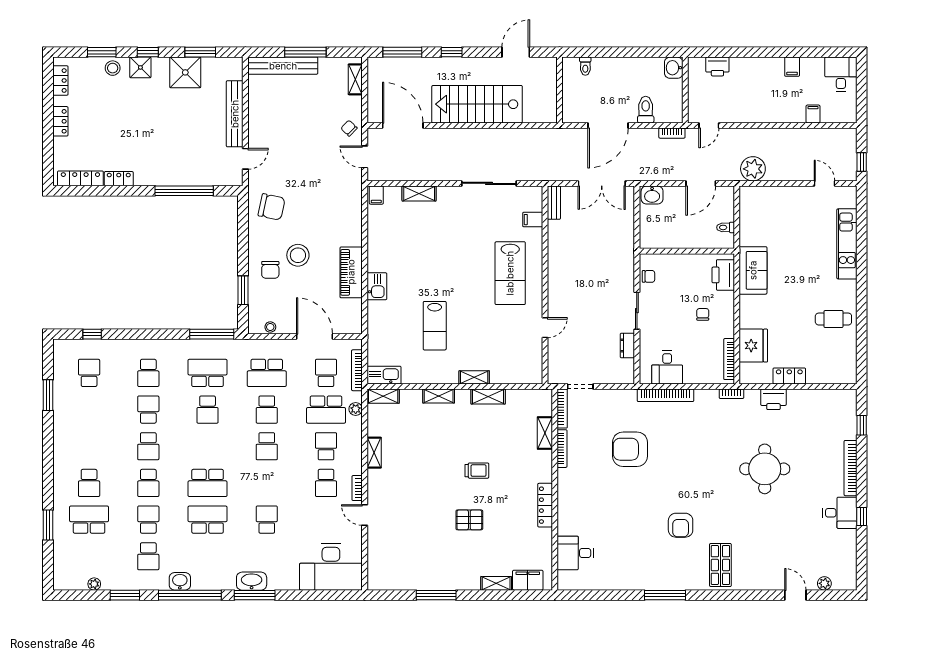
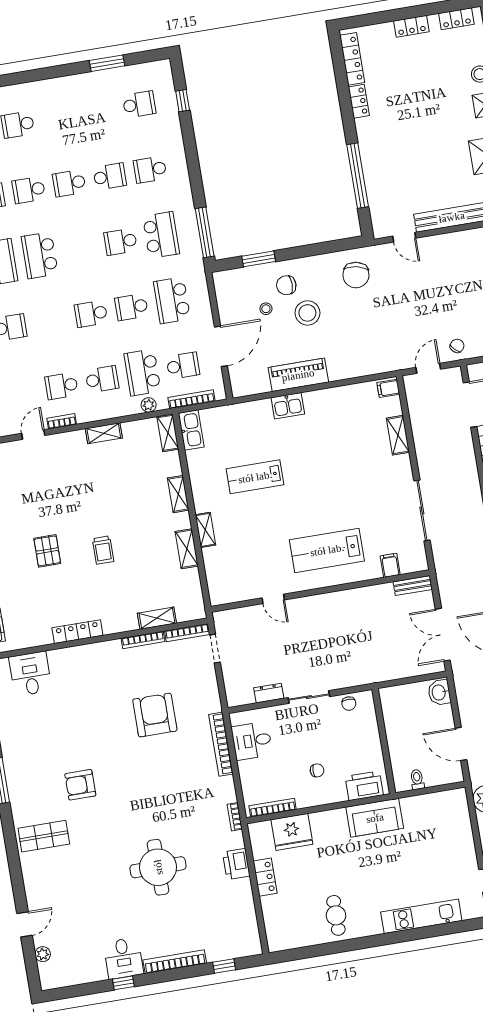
stool: (270, 327) -> (266, 309), moved

